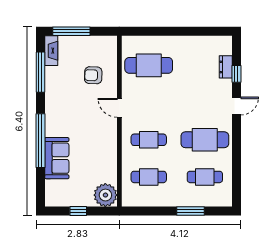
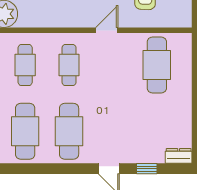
dresser: (226, 67) -> (179, 156), moved
cafe table: (205, 177) -> (25, 131), width x1.37, depth x1.35

